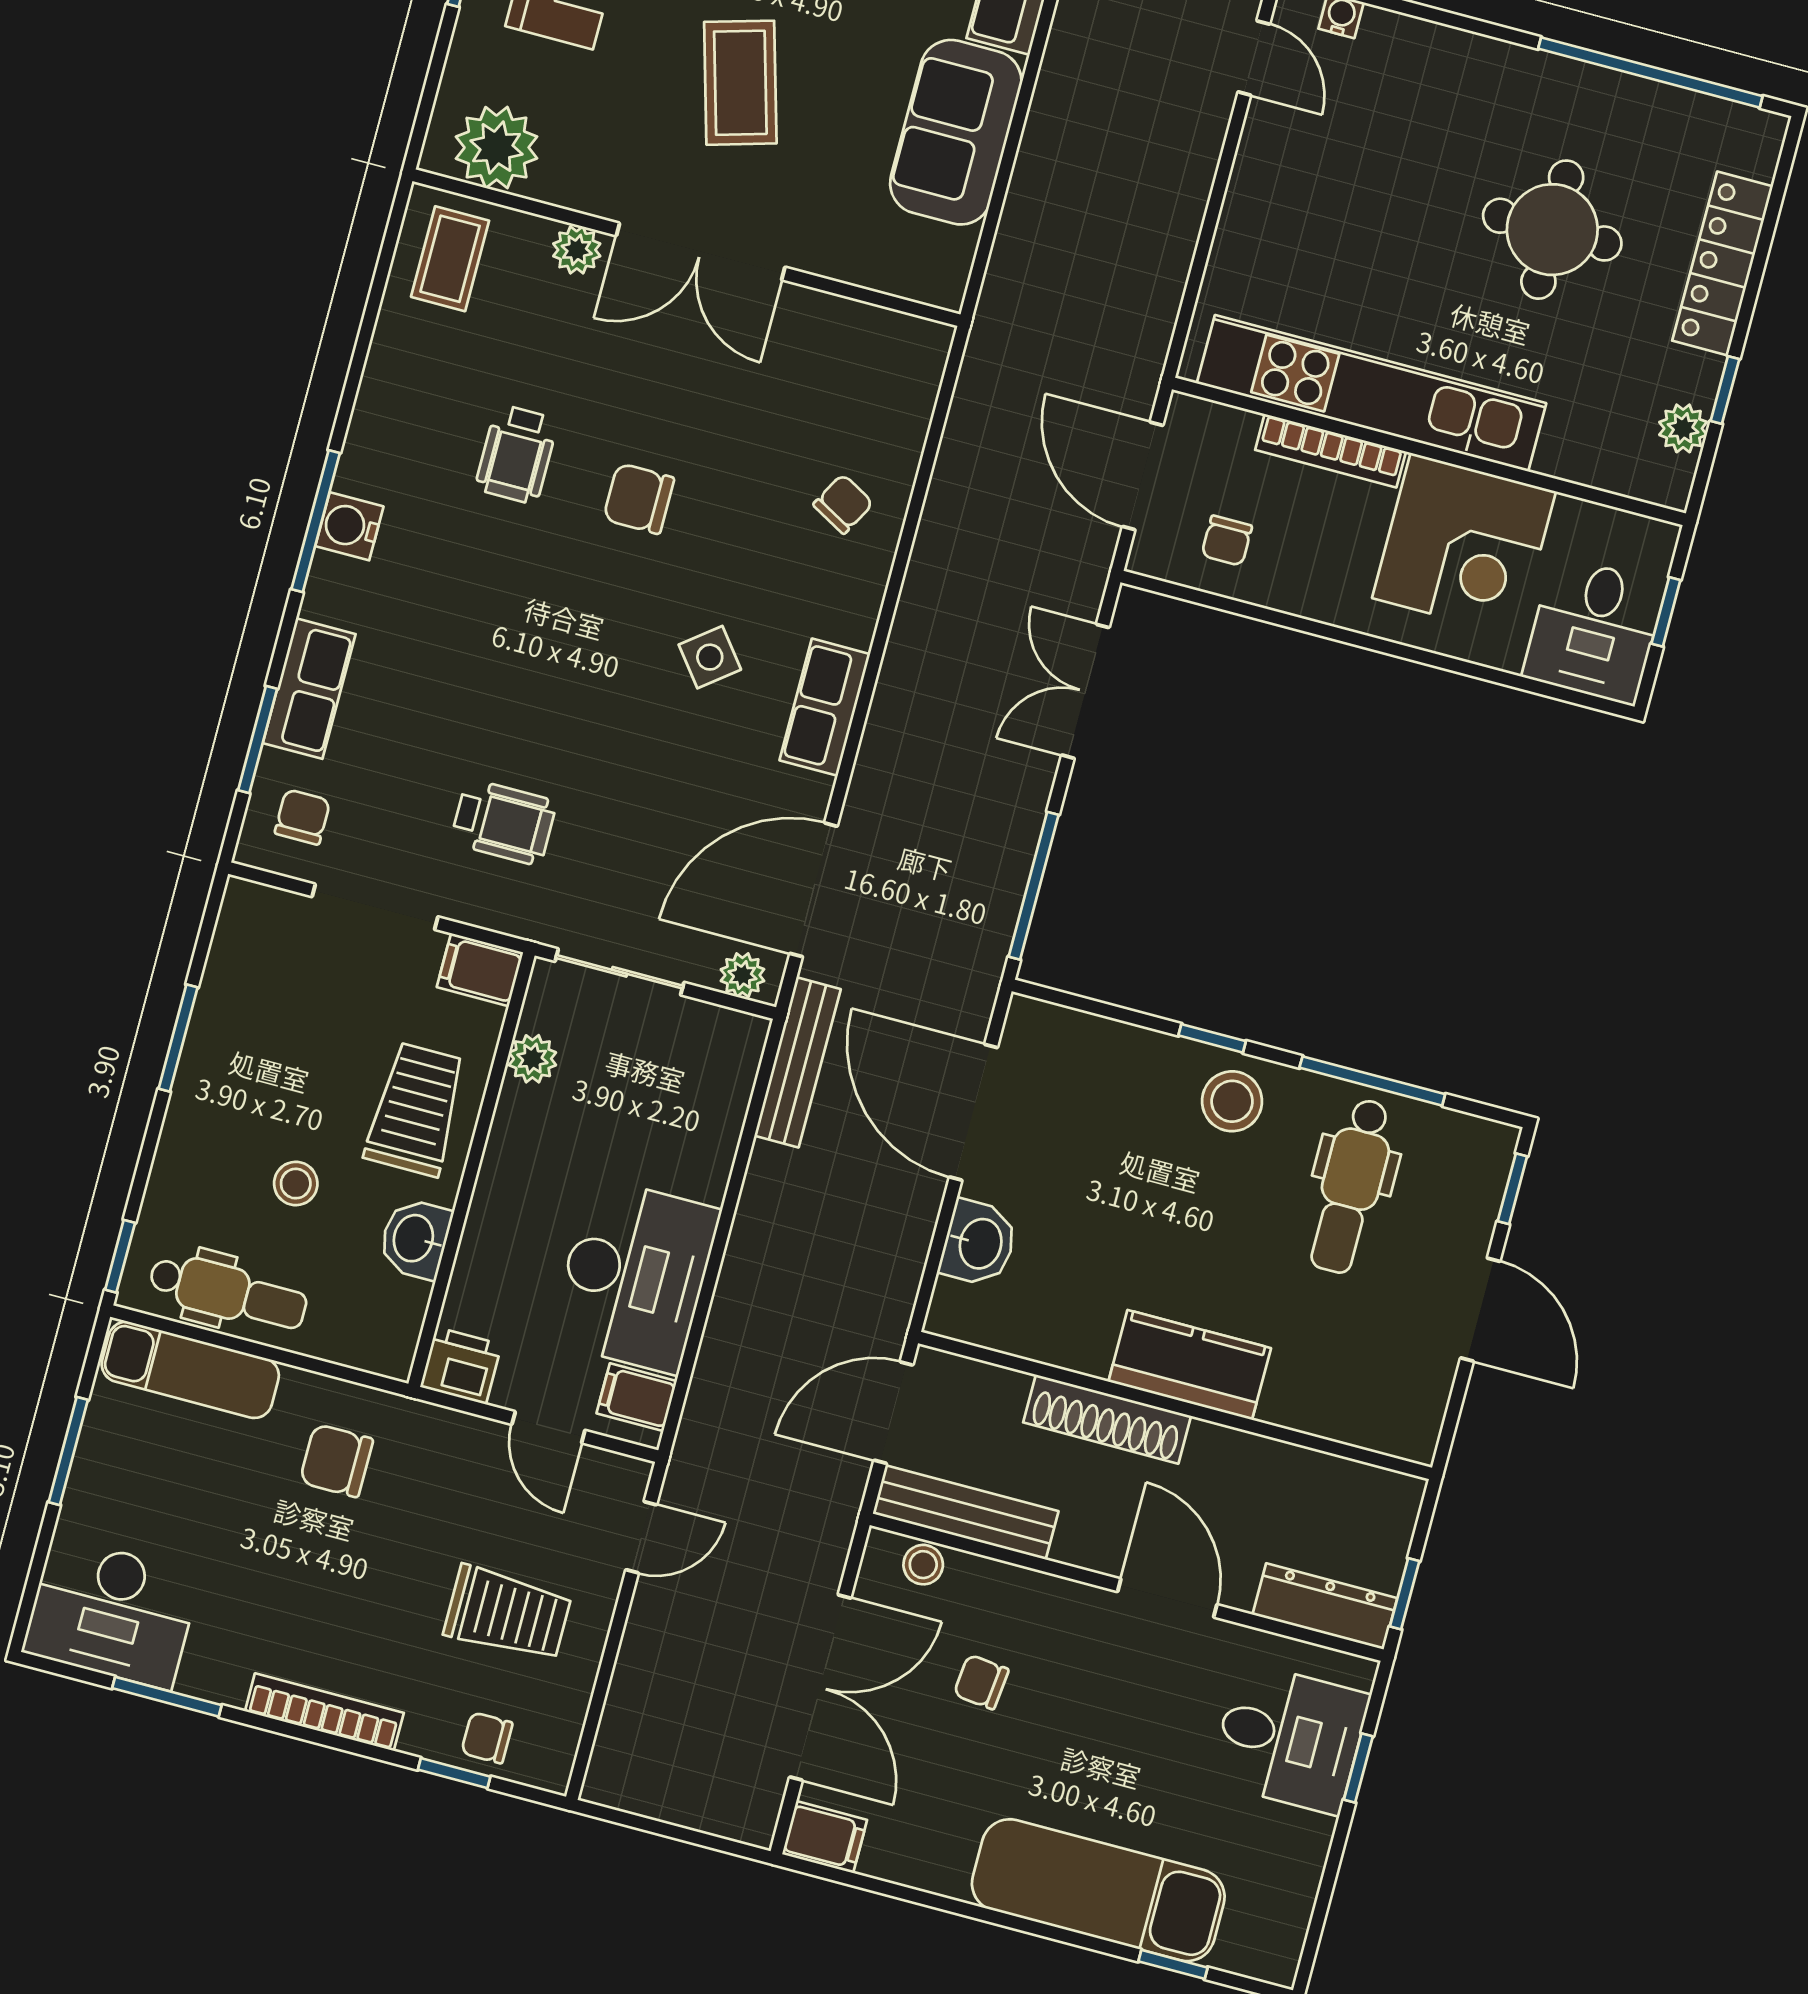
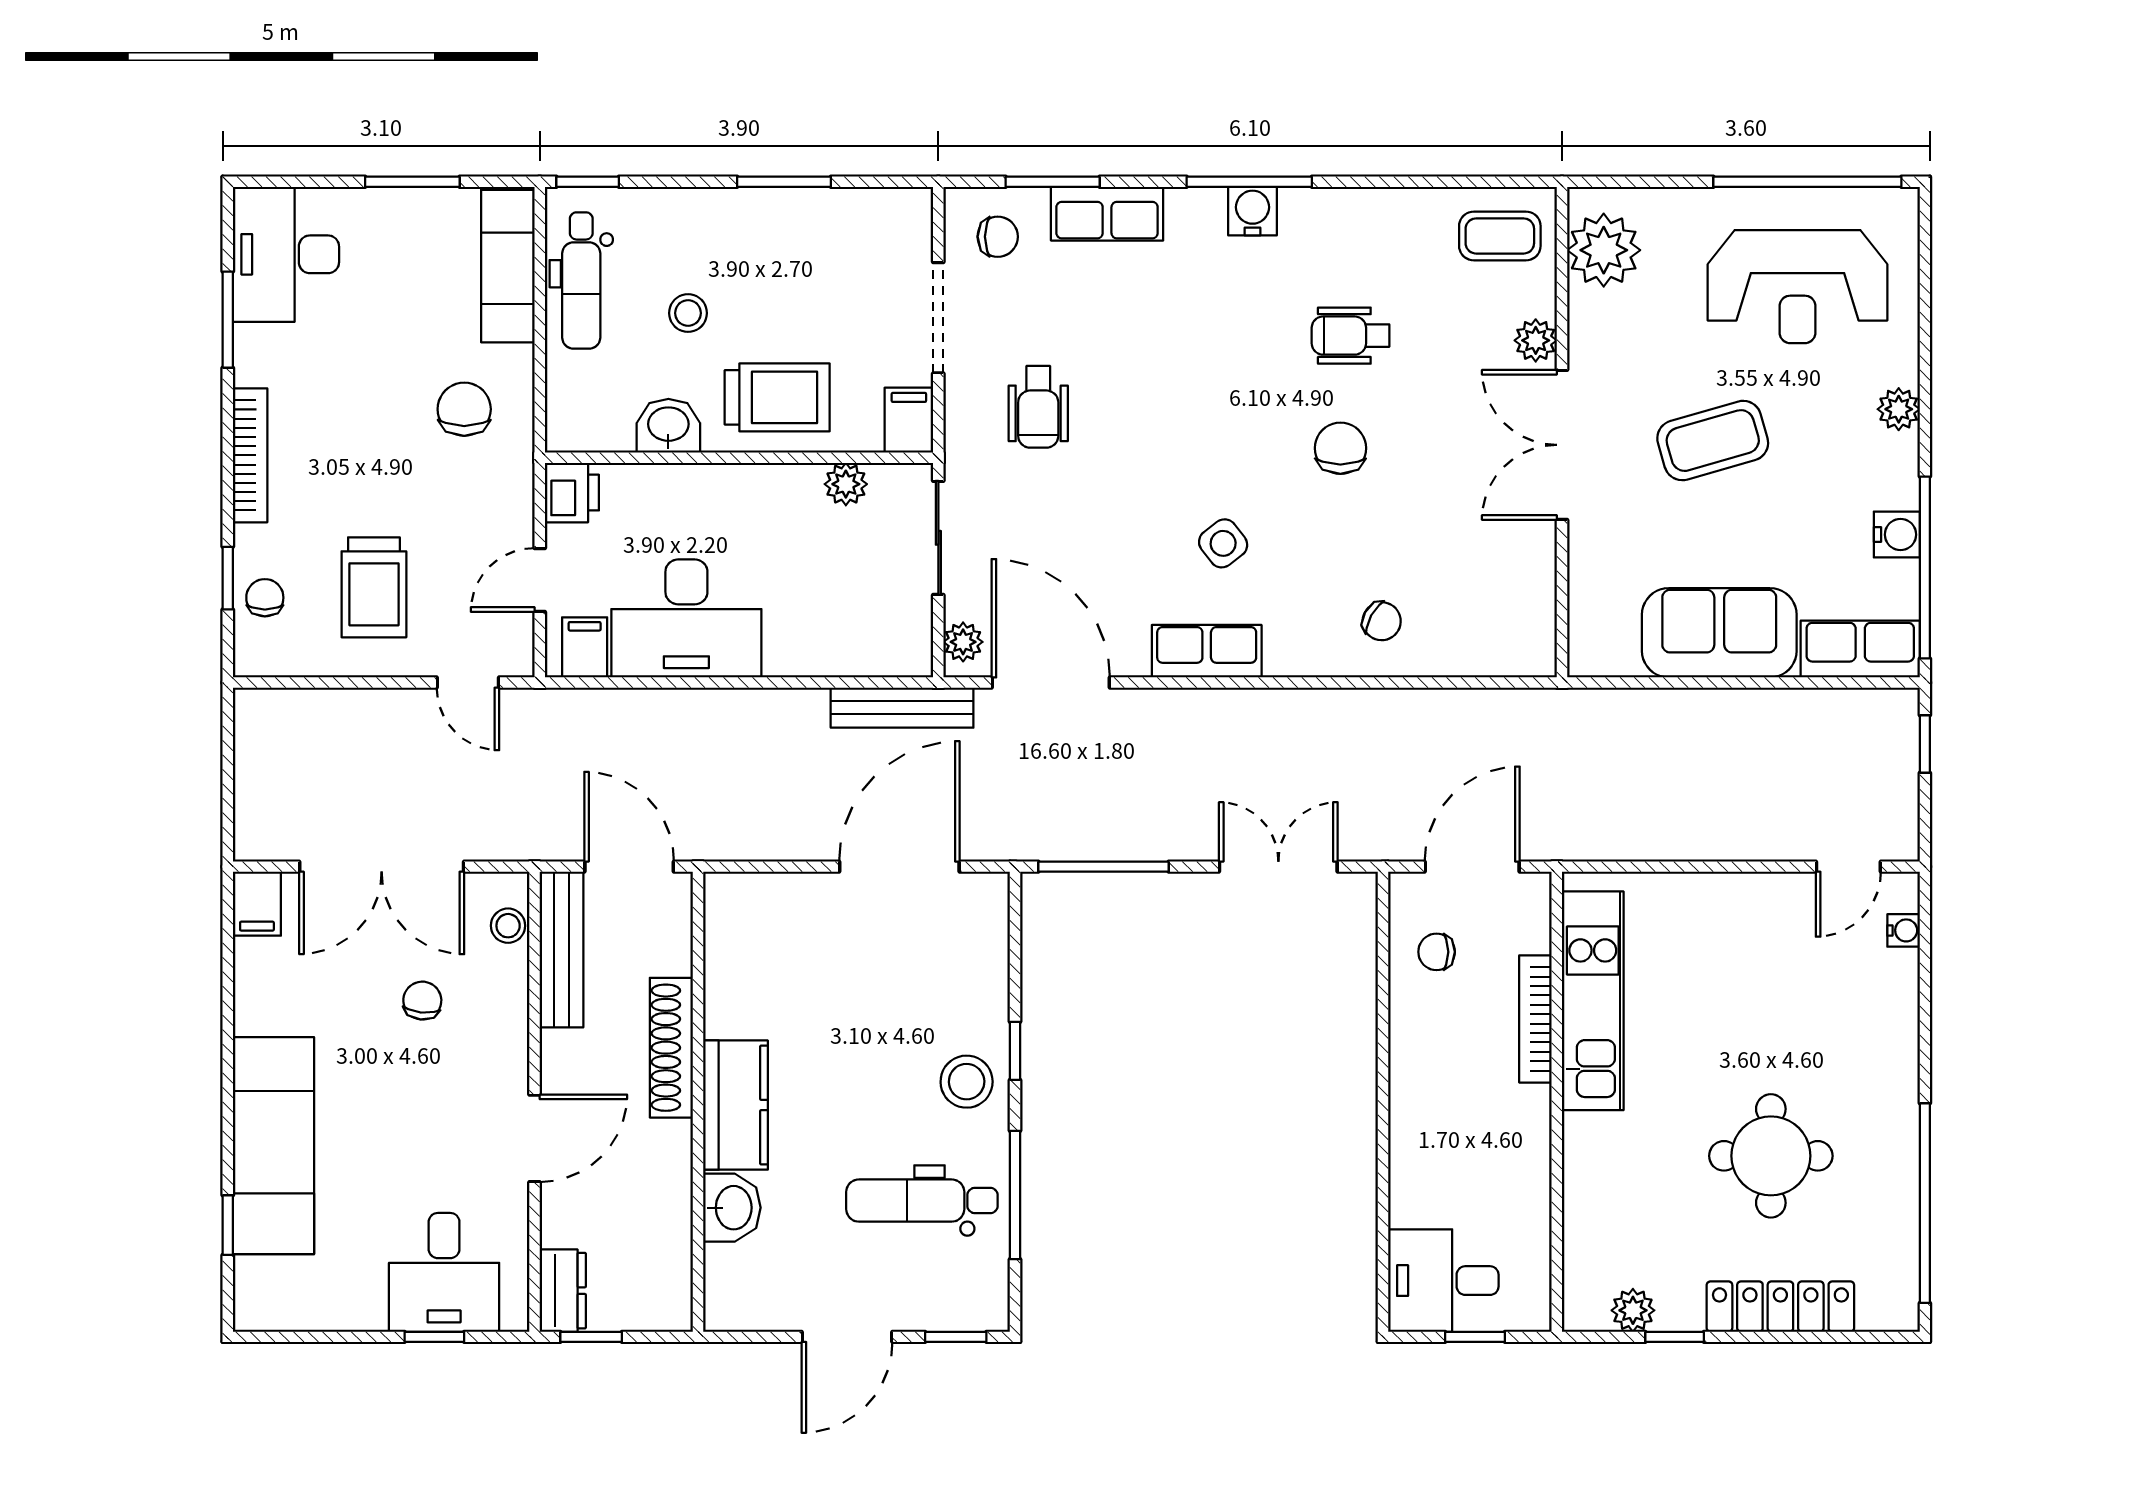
kitchen unit: (1372, 393) -> (1593, 1001), width x0.73
corner desk: (1464, 545) -> (1486, 1152), removed
washbasin: (979, 1243) -> (732, 1208), moved, turned -90
dresser: (1325, 1606) -> (563, 1291), width x0.70

